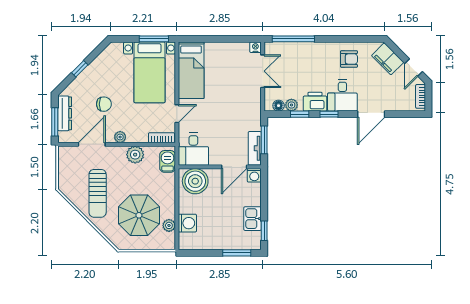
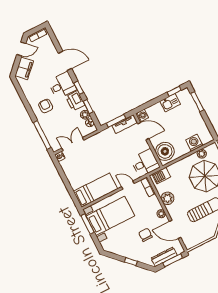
armchair: (349, 59) -> (46, 106), moved

